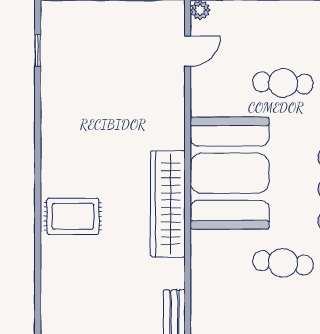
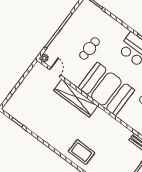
wardrobe: (168, 204) -> (76, 98), moved
rug: (73, 216) -> (82, 152), turned 90

